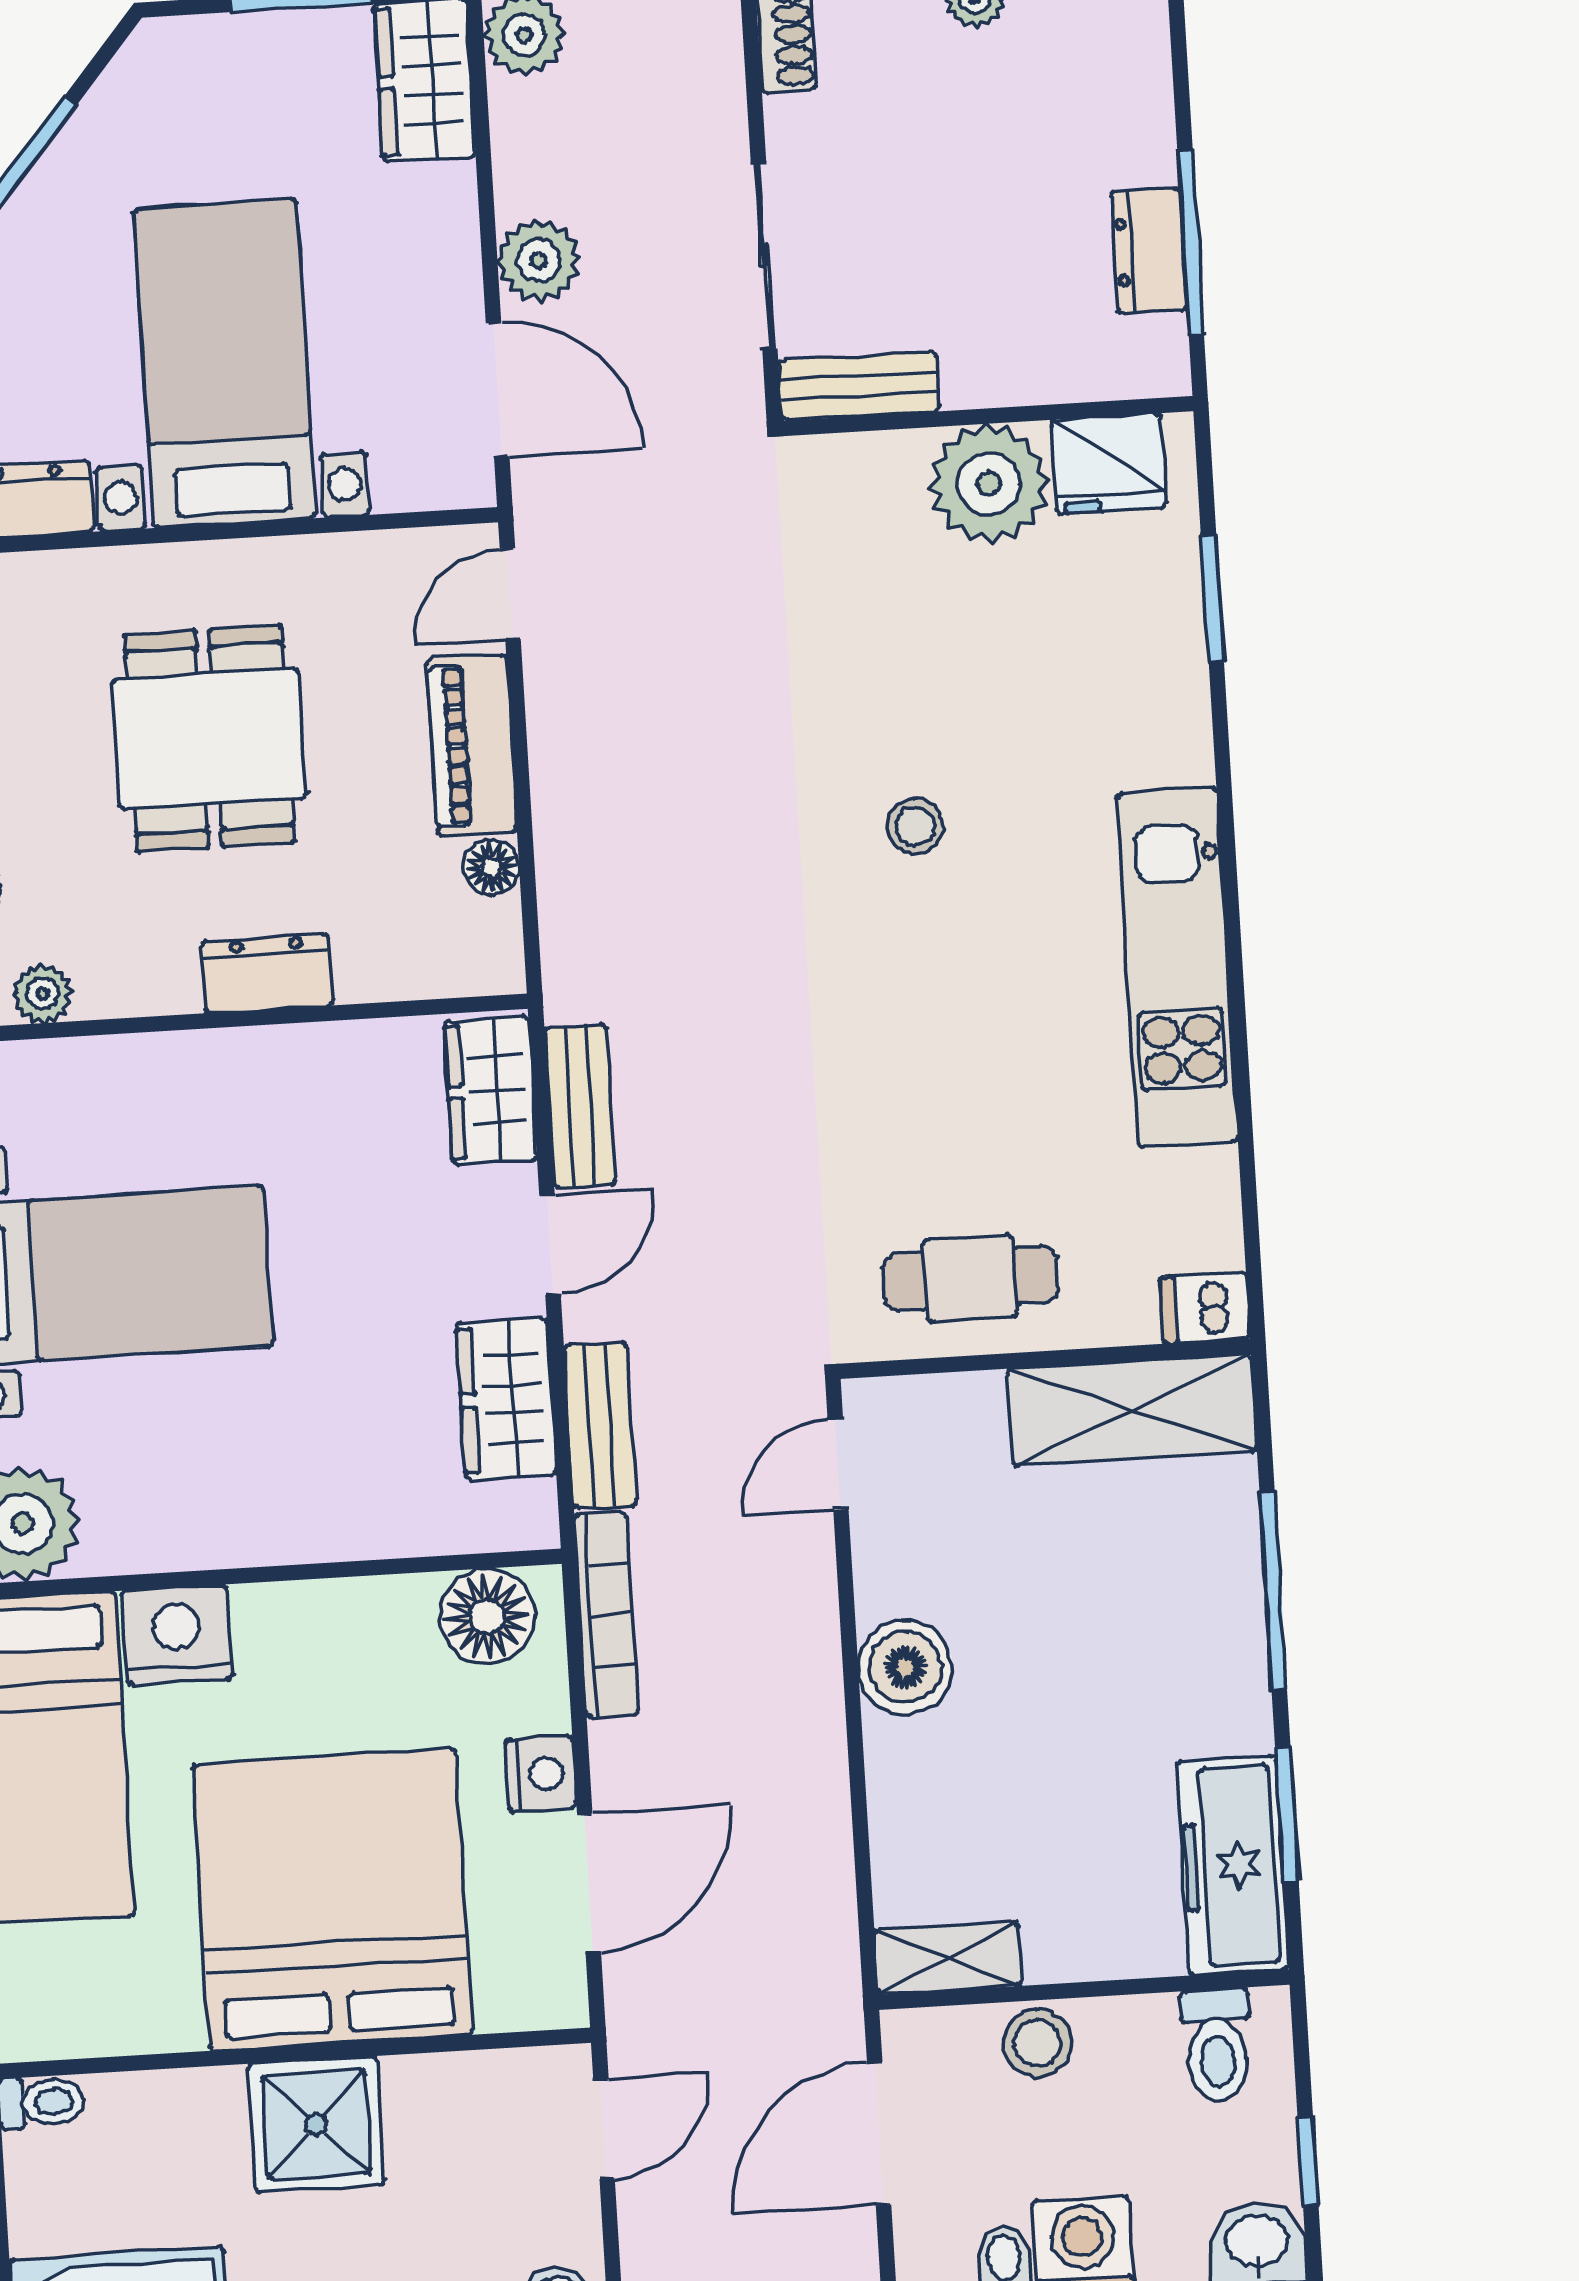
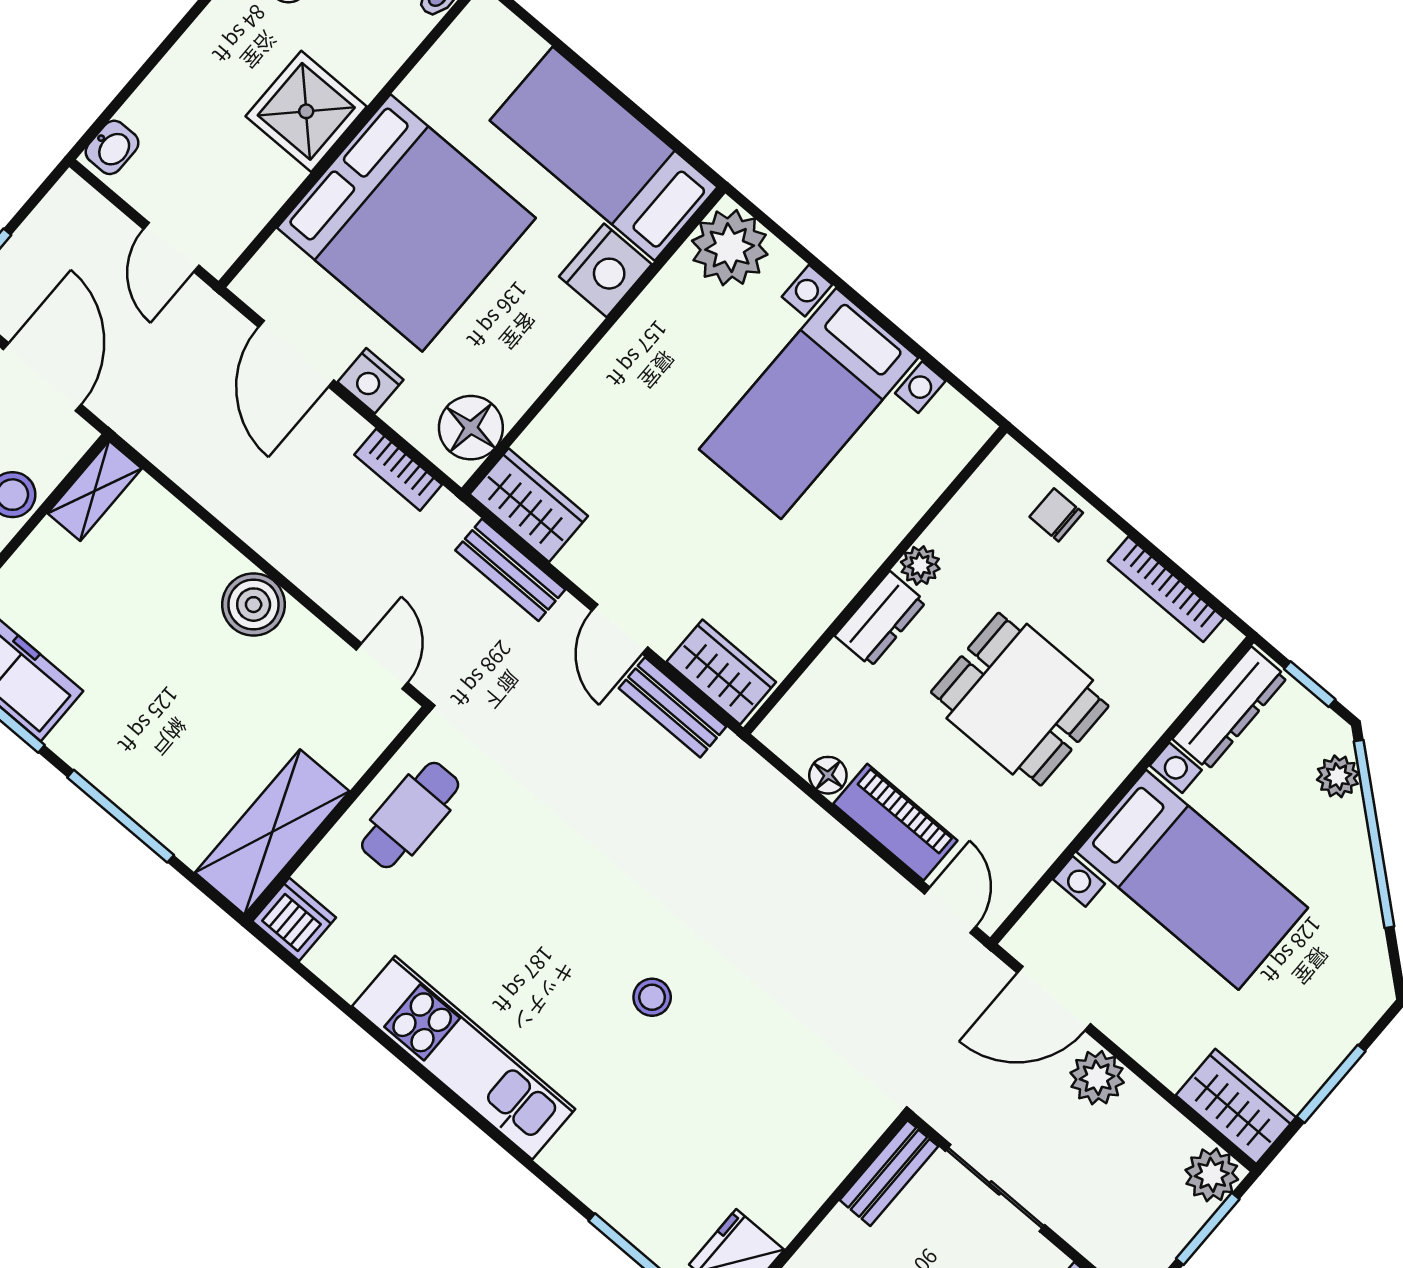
plant: (989, 484) -> (782, 1190), removed
plant: (43, 994) -> (920, 565), moved
dishwasher: (1205, 1308) -> (294, 919), width x1.38
wardrobe: (506, 1399) -> (529, 505), moved
bookcase: (606, 1615) -> (398, 470), width x0.64

